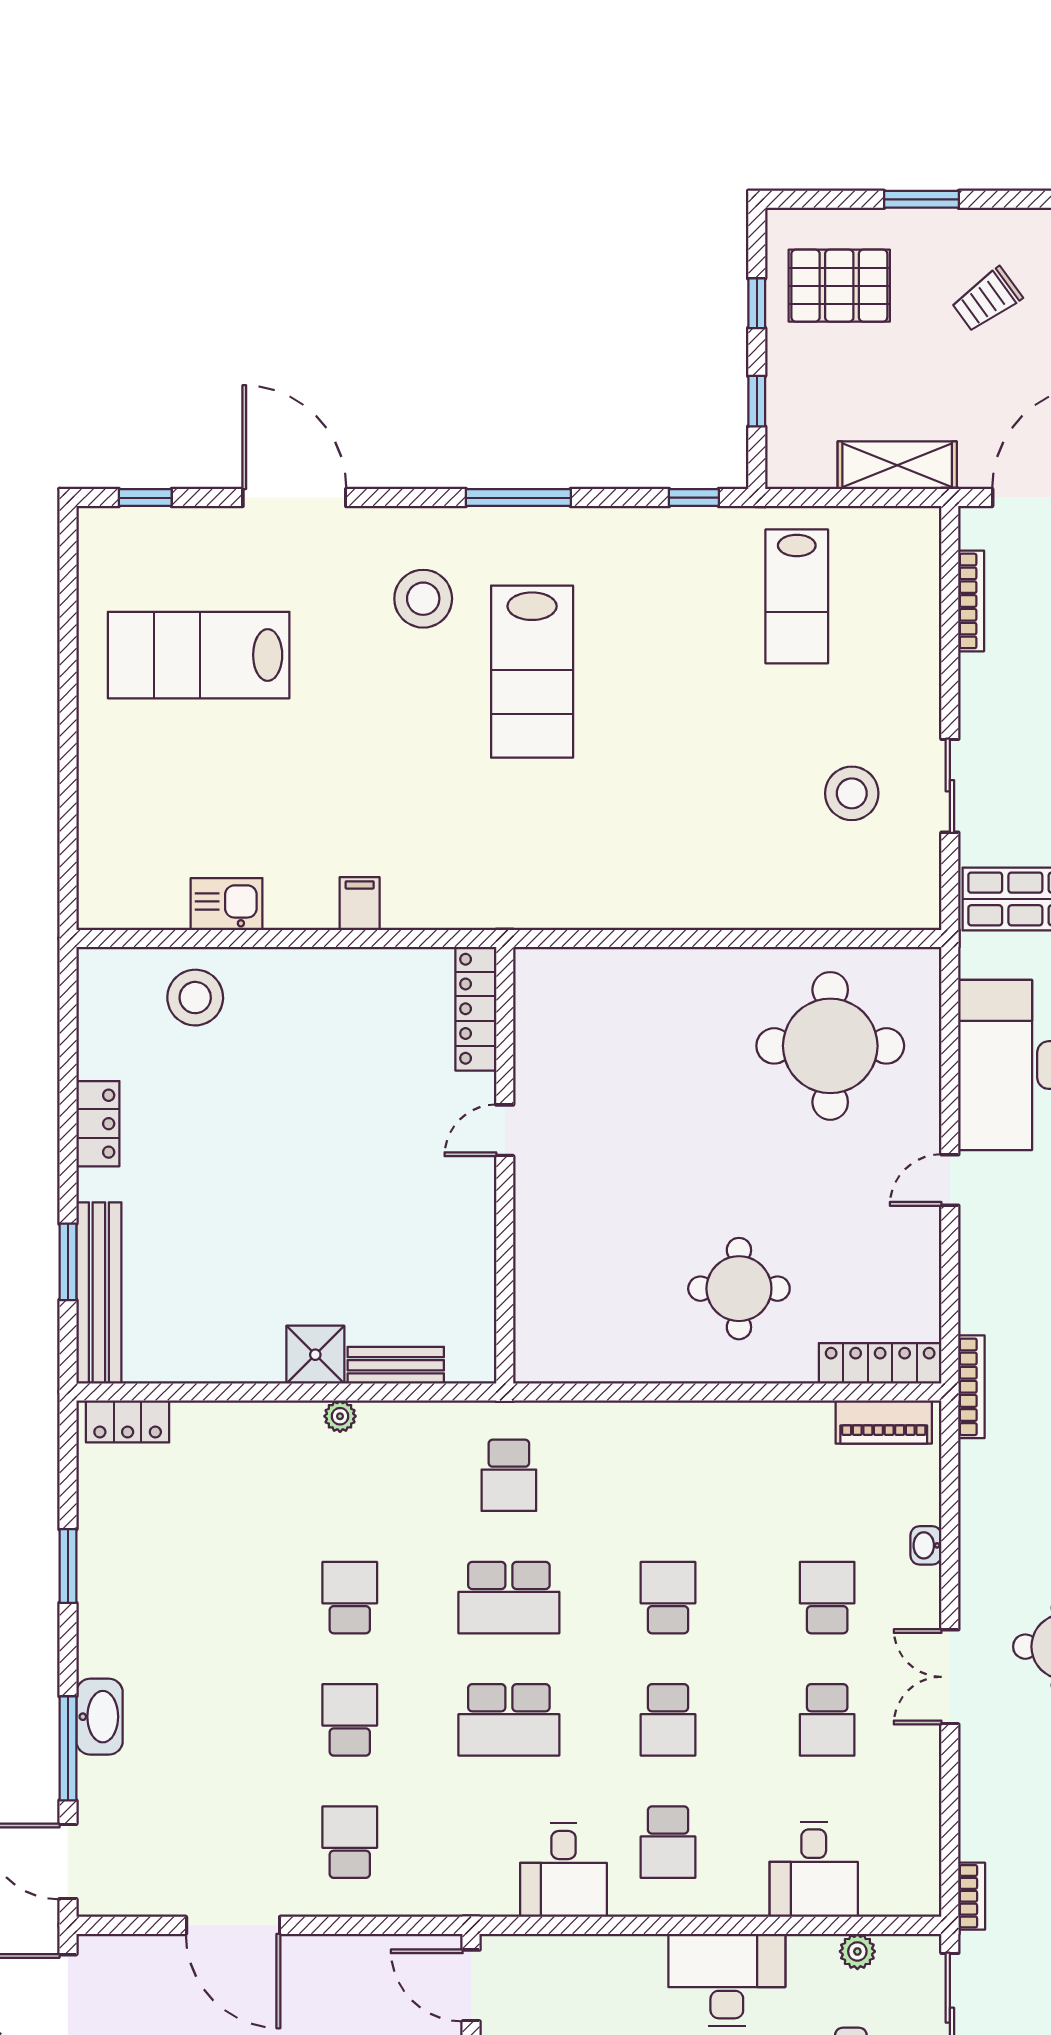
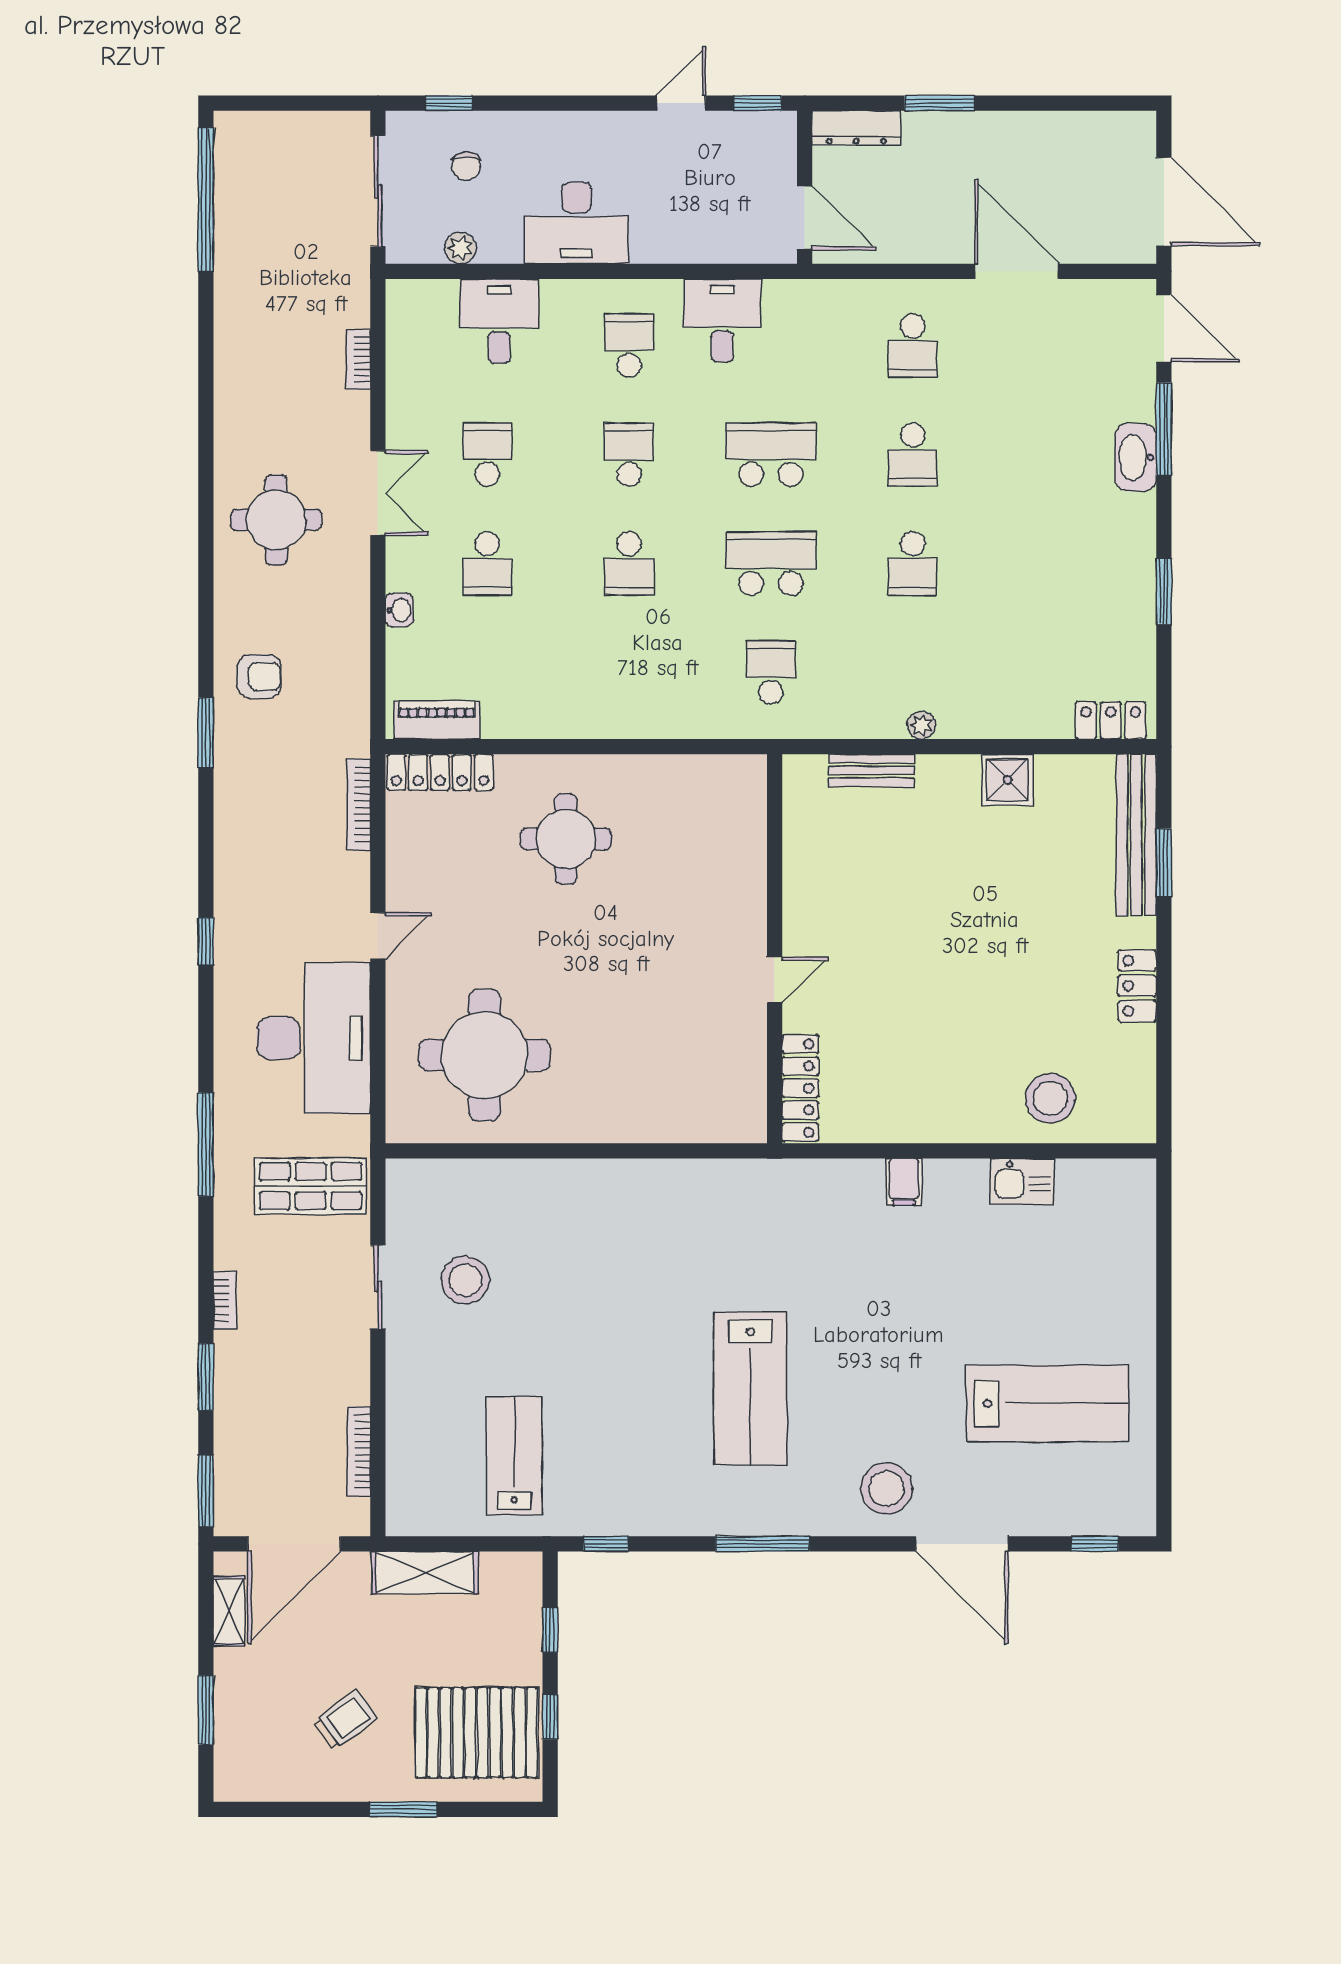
pallet: (839, 286) -> (476, 1733), width x1.37, depth x1.41
stool: (423, 599) -> (886, 1489), moved
lab bench: (532, 672) -> (750, 1389), turned 180
shower: (315, 1355) -> (1008, 780), moved
bookcase: (971, 1387) -> (359, 804), moved
bookcase: (972, 1896) -> (359, 360), moved

